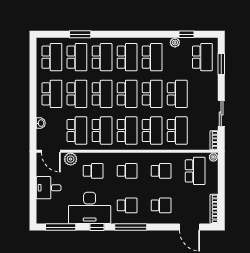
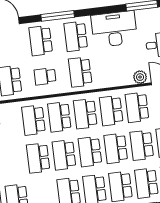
school desk: (93, 171) -> (115, 68), removed
school desk: (127, 171) -> (80, 72), width x1.85
school desk: (127, 205) -> (76, 36), width x1.85
school desk: (161, 205) -> (41, 41), width x1.85
window: (97, 227) -> (104, 10), removed
window: (131, 227) -> (58, 16), moved

